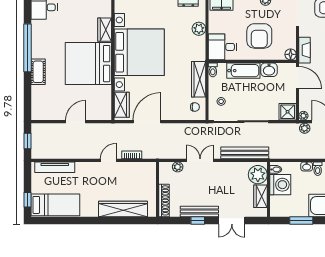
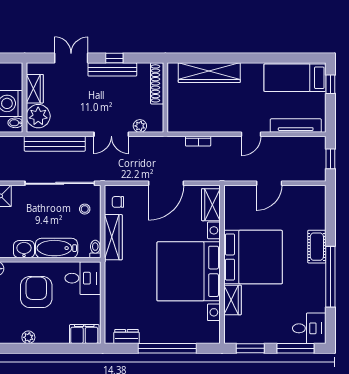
plant: (199, 29) -> (113, 301), removed
door: (147, 122) -> (166, 183), moved
door: (108, 160) -> (251, 134), moved

